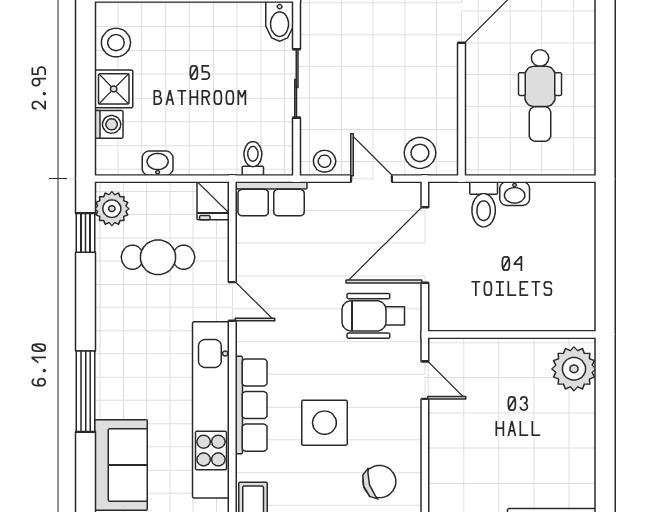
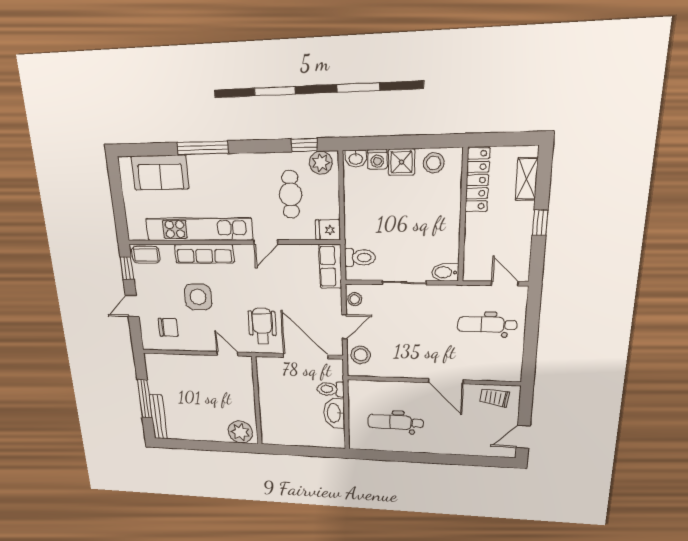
toilet: (253, 159) -> (360, 257), width x1.37, depth x1.39
washbasin: (158, 163) -> (356, 159), moved, turned 90
washbasin: (515, 194) -> (334, 413), width x1.91, depth x1.45
door: (425, 380) -> (227, 354), swing flipped
chair: (379, 482) -> (168, 327), turned -72

